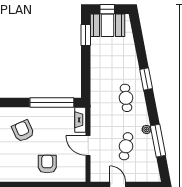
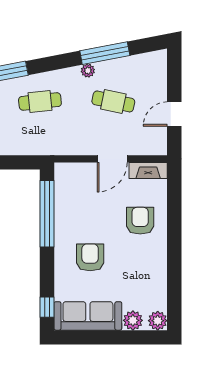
fireplace: (80, 120) -> (148, 171), moved
armchair: (23, 131) -> (90, 257), turned 114
armchair: (47, 164) -> (140, 221), turned 90

